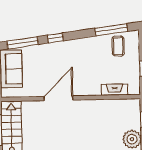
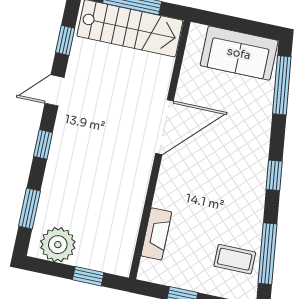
window: (55, 38) -> (274, 175), moved
door: (58, 98) -> (165, 127), hinge flipped

